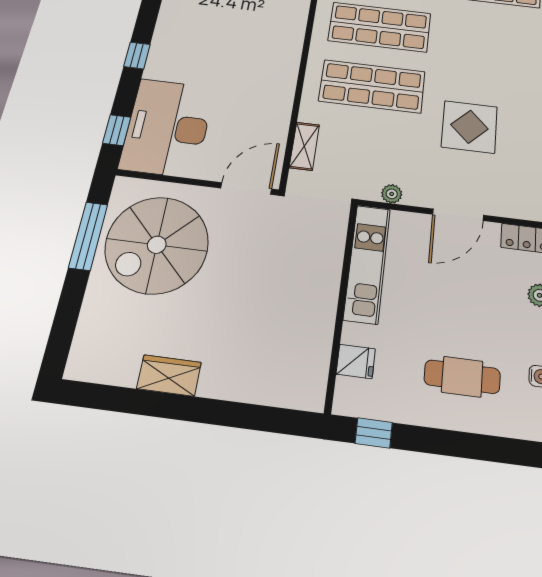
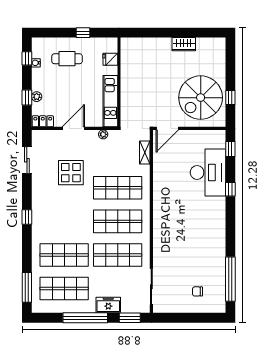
desk: (167, 128) -> (208, 172), moved
window: (88, 236) -> (230, 98), width x0.46
spiral stairs: (157, 245) -> (201, 98), turned 180
window: (374, 433) -> (83, 33), moved

